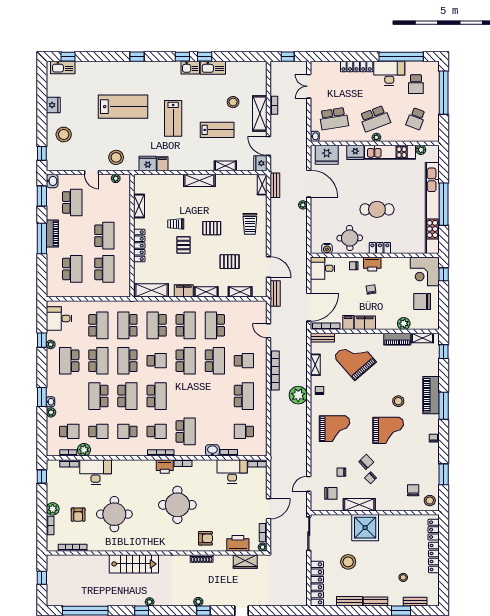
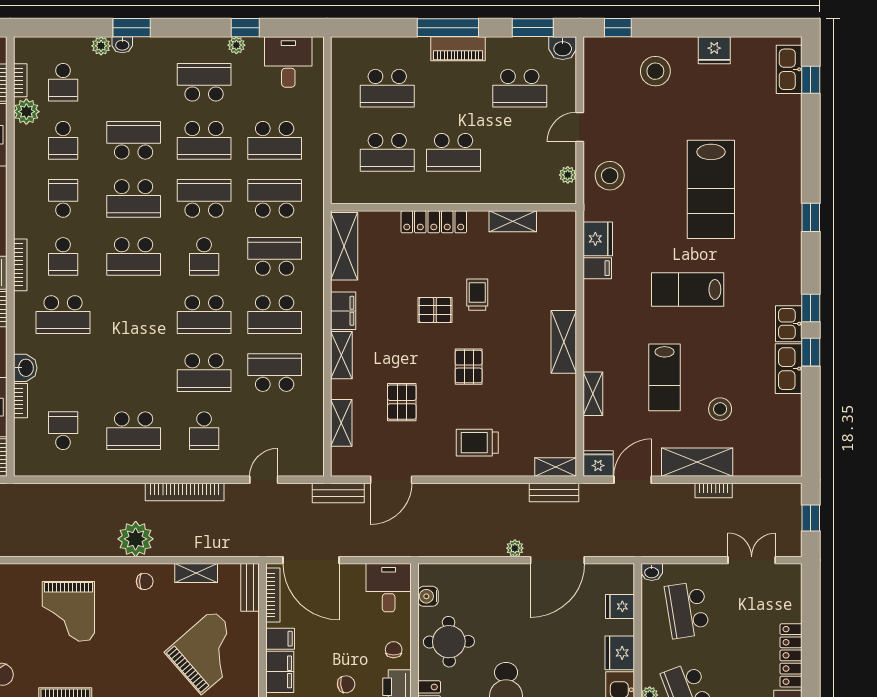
fridge: (327, 155) -> (620, 606), width x0.53, depth x0.75

